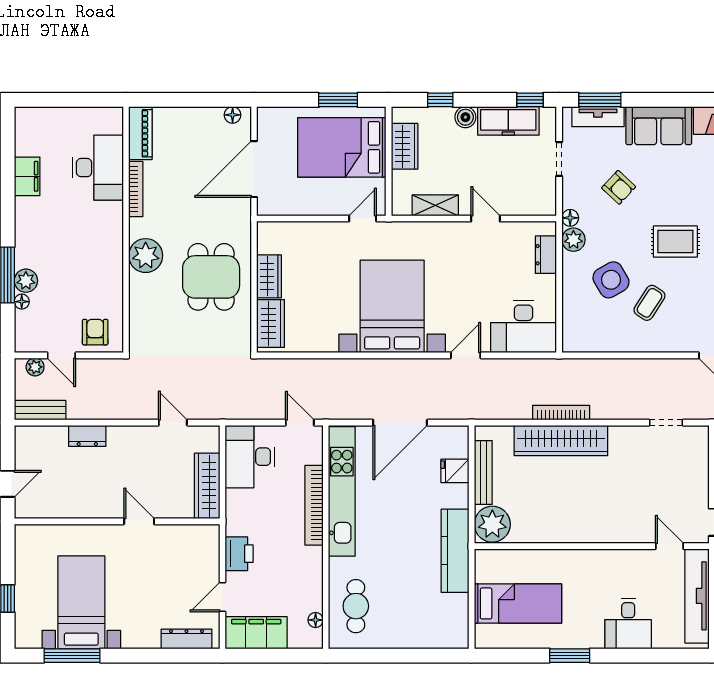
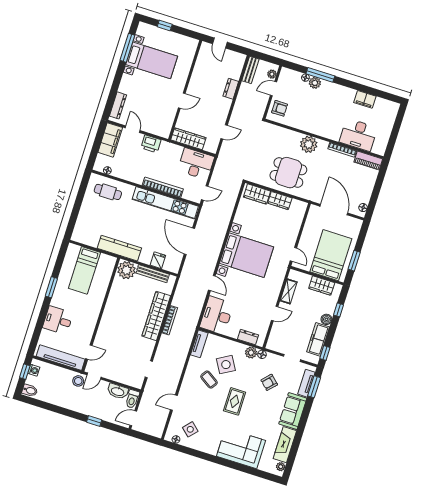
tv unit: (588, 343) -> (199, 344), added

